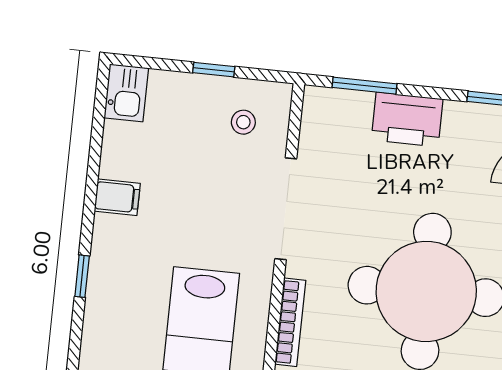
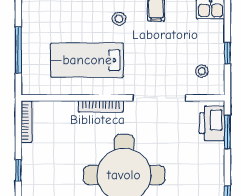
printer: (407, 119) -> (212, 123), moved
stool: (127, 270) -> (119, 19), added

